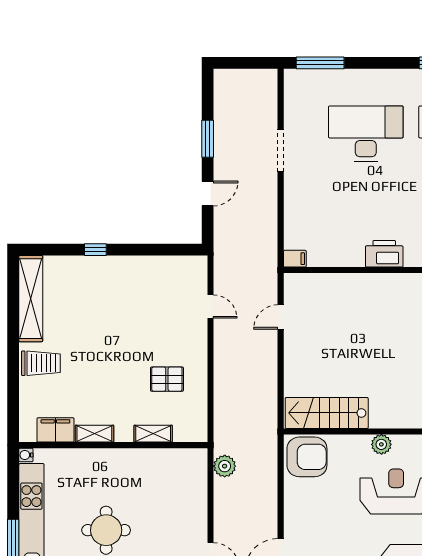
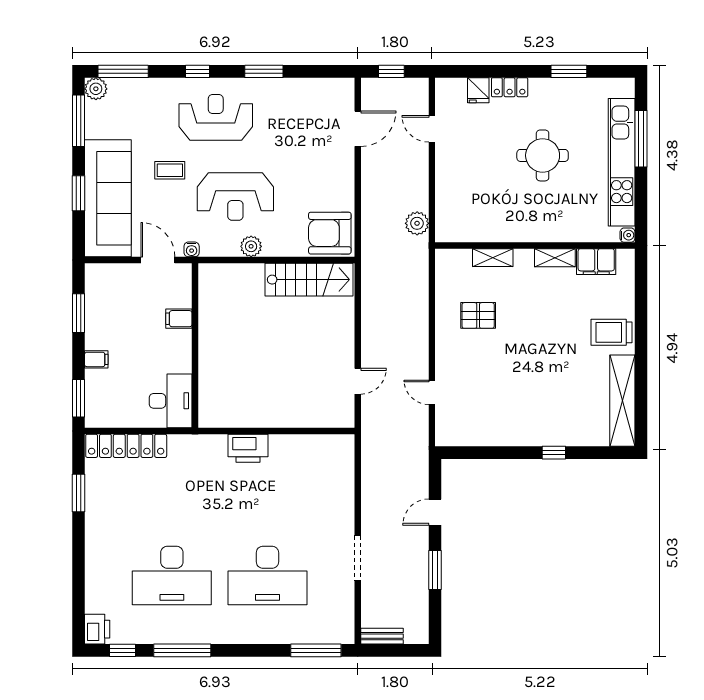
bench: (258, 76) -> (382, 636), added
filing cabinet: (295, 259) -> (343, 443), removed

